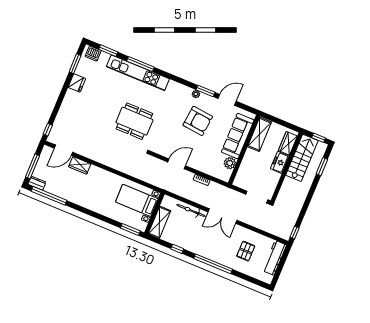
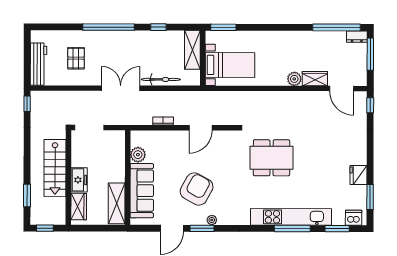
armchair: (198, 121) -> (197, 189), turned 113
door: (63, 150) -> (342, 89), swing flipped
stairs: (302, 158) -> (55, 168), moved
plant: (95, 171) -> (294, 79), added

